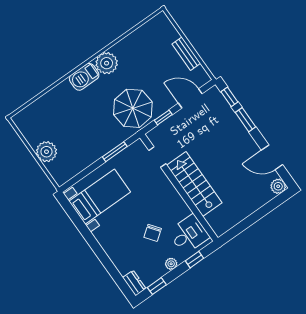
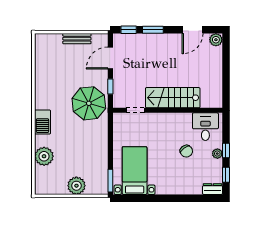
plant: (107, 63) -> (44, 156), moved
window: (115, 152) -> (110, 181), moved
window: (195, 260) -> (226, 151), moved

